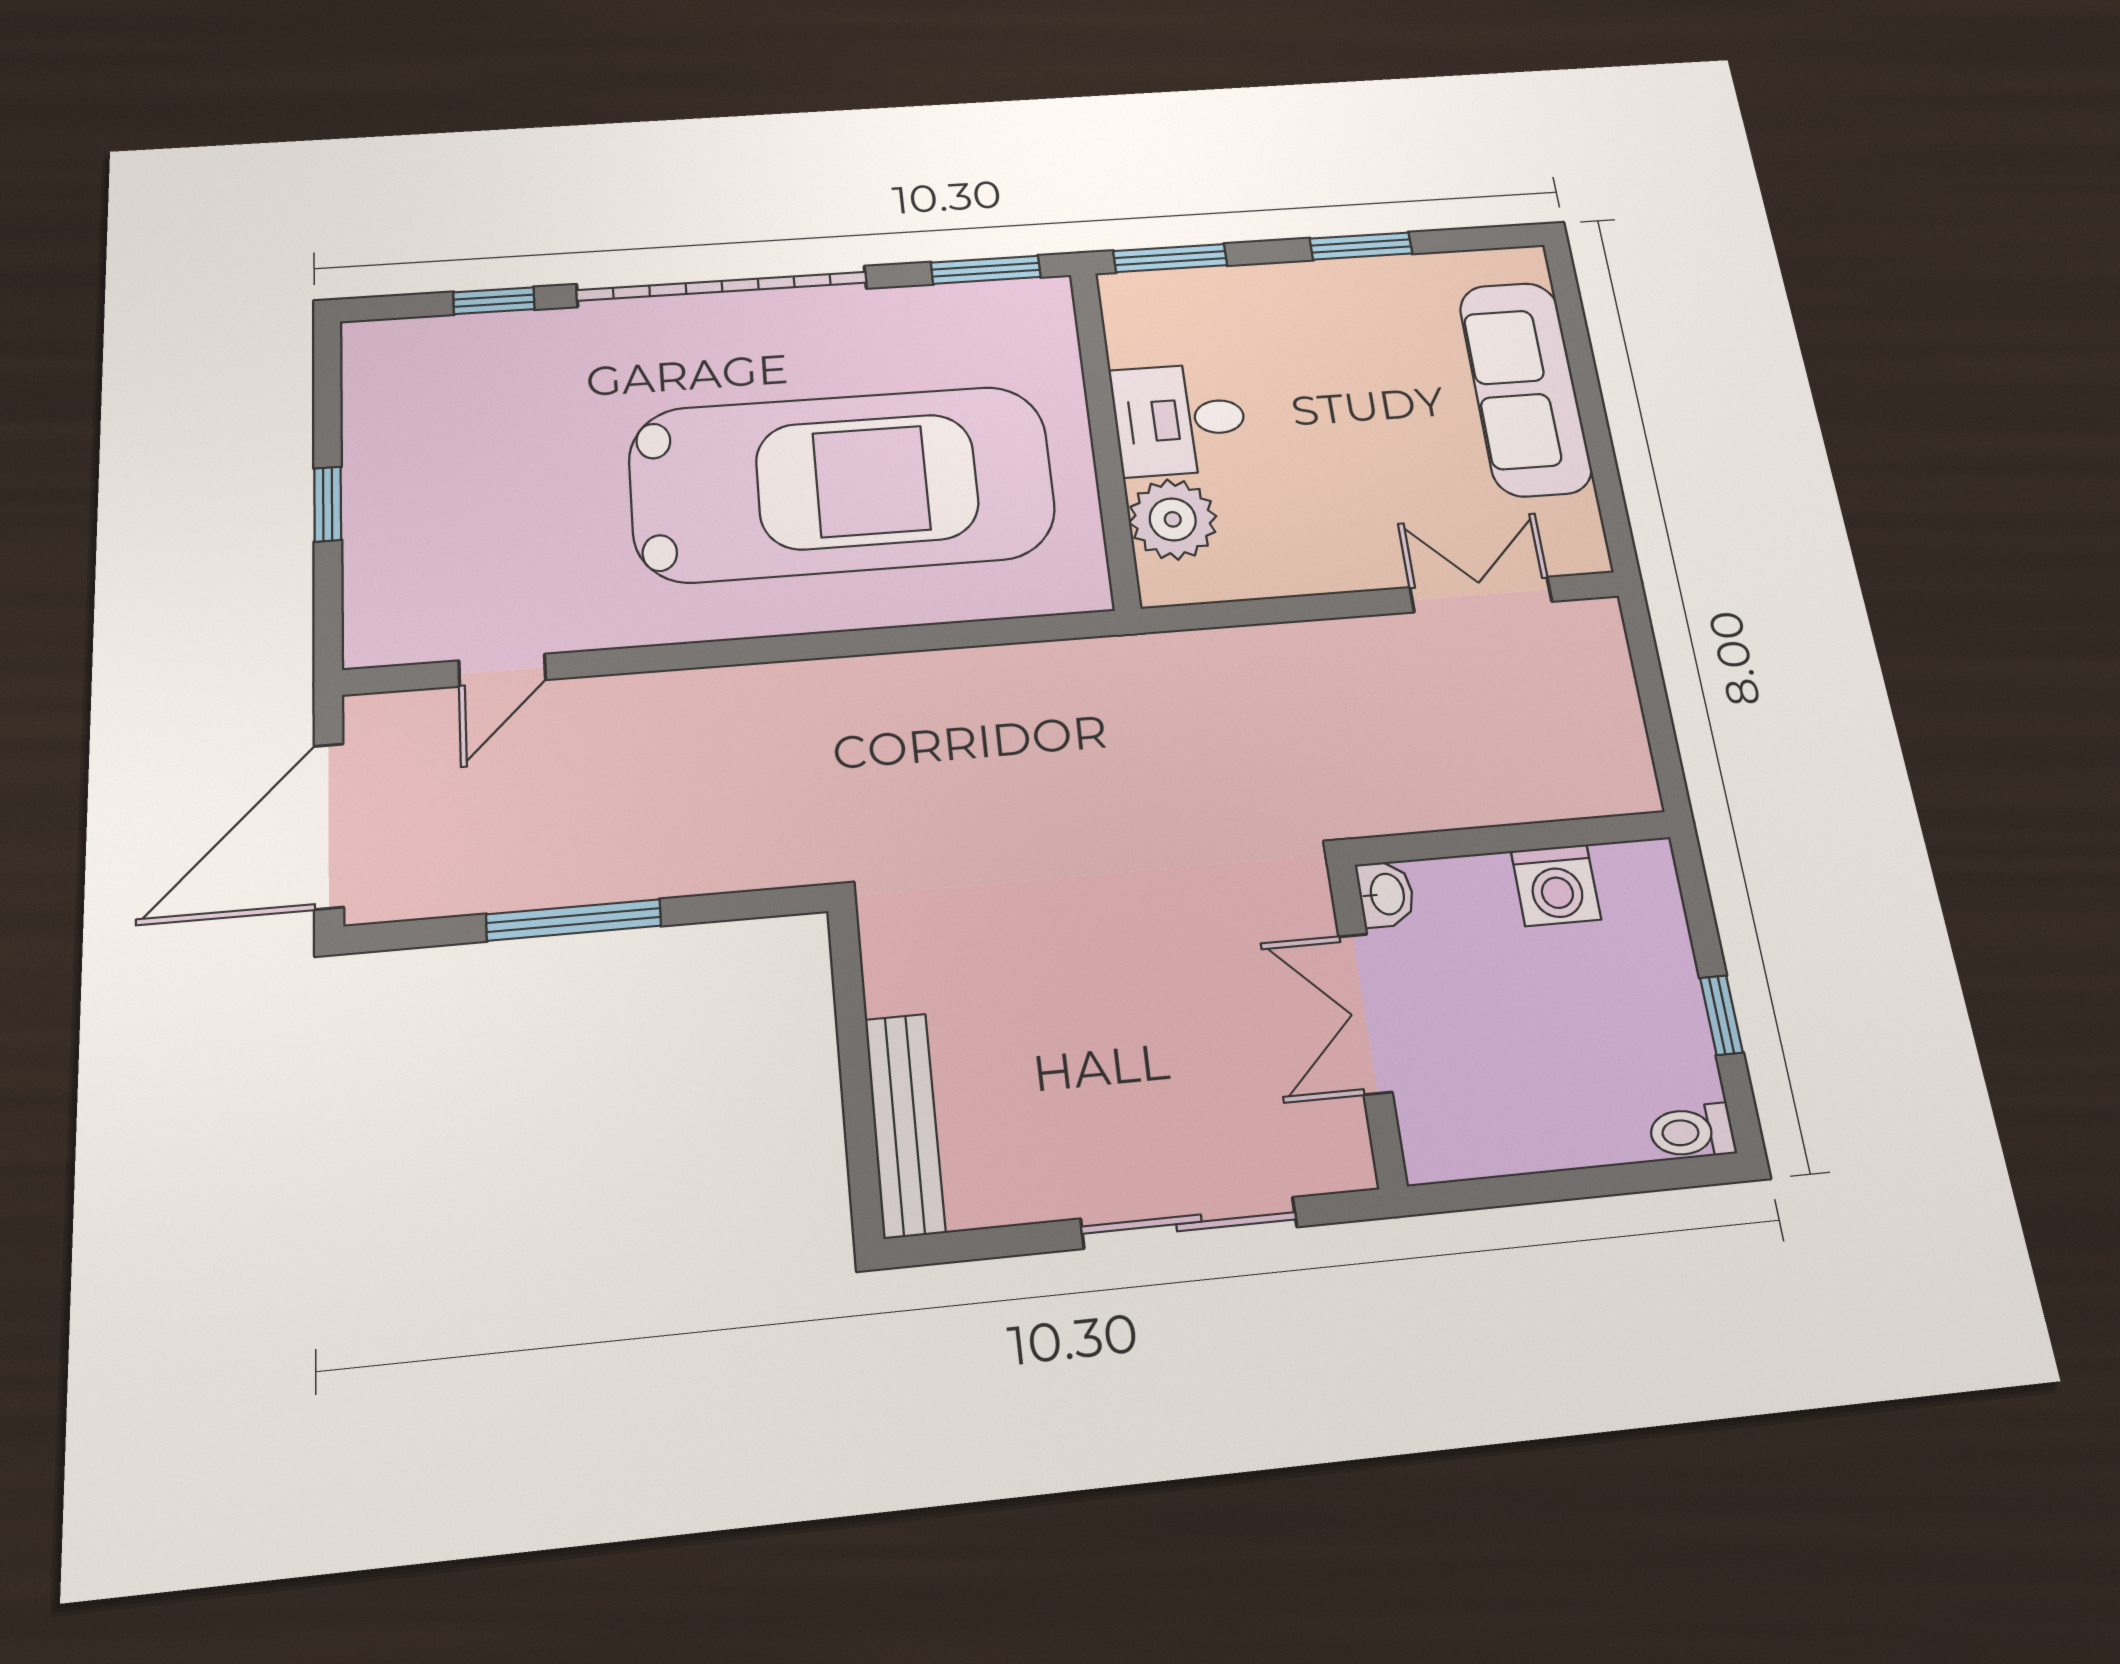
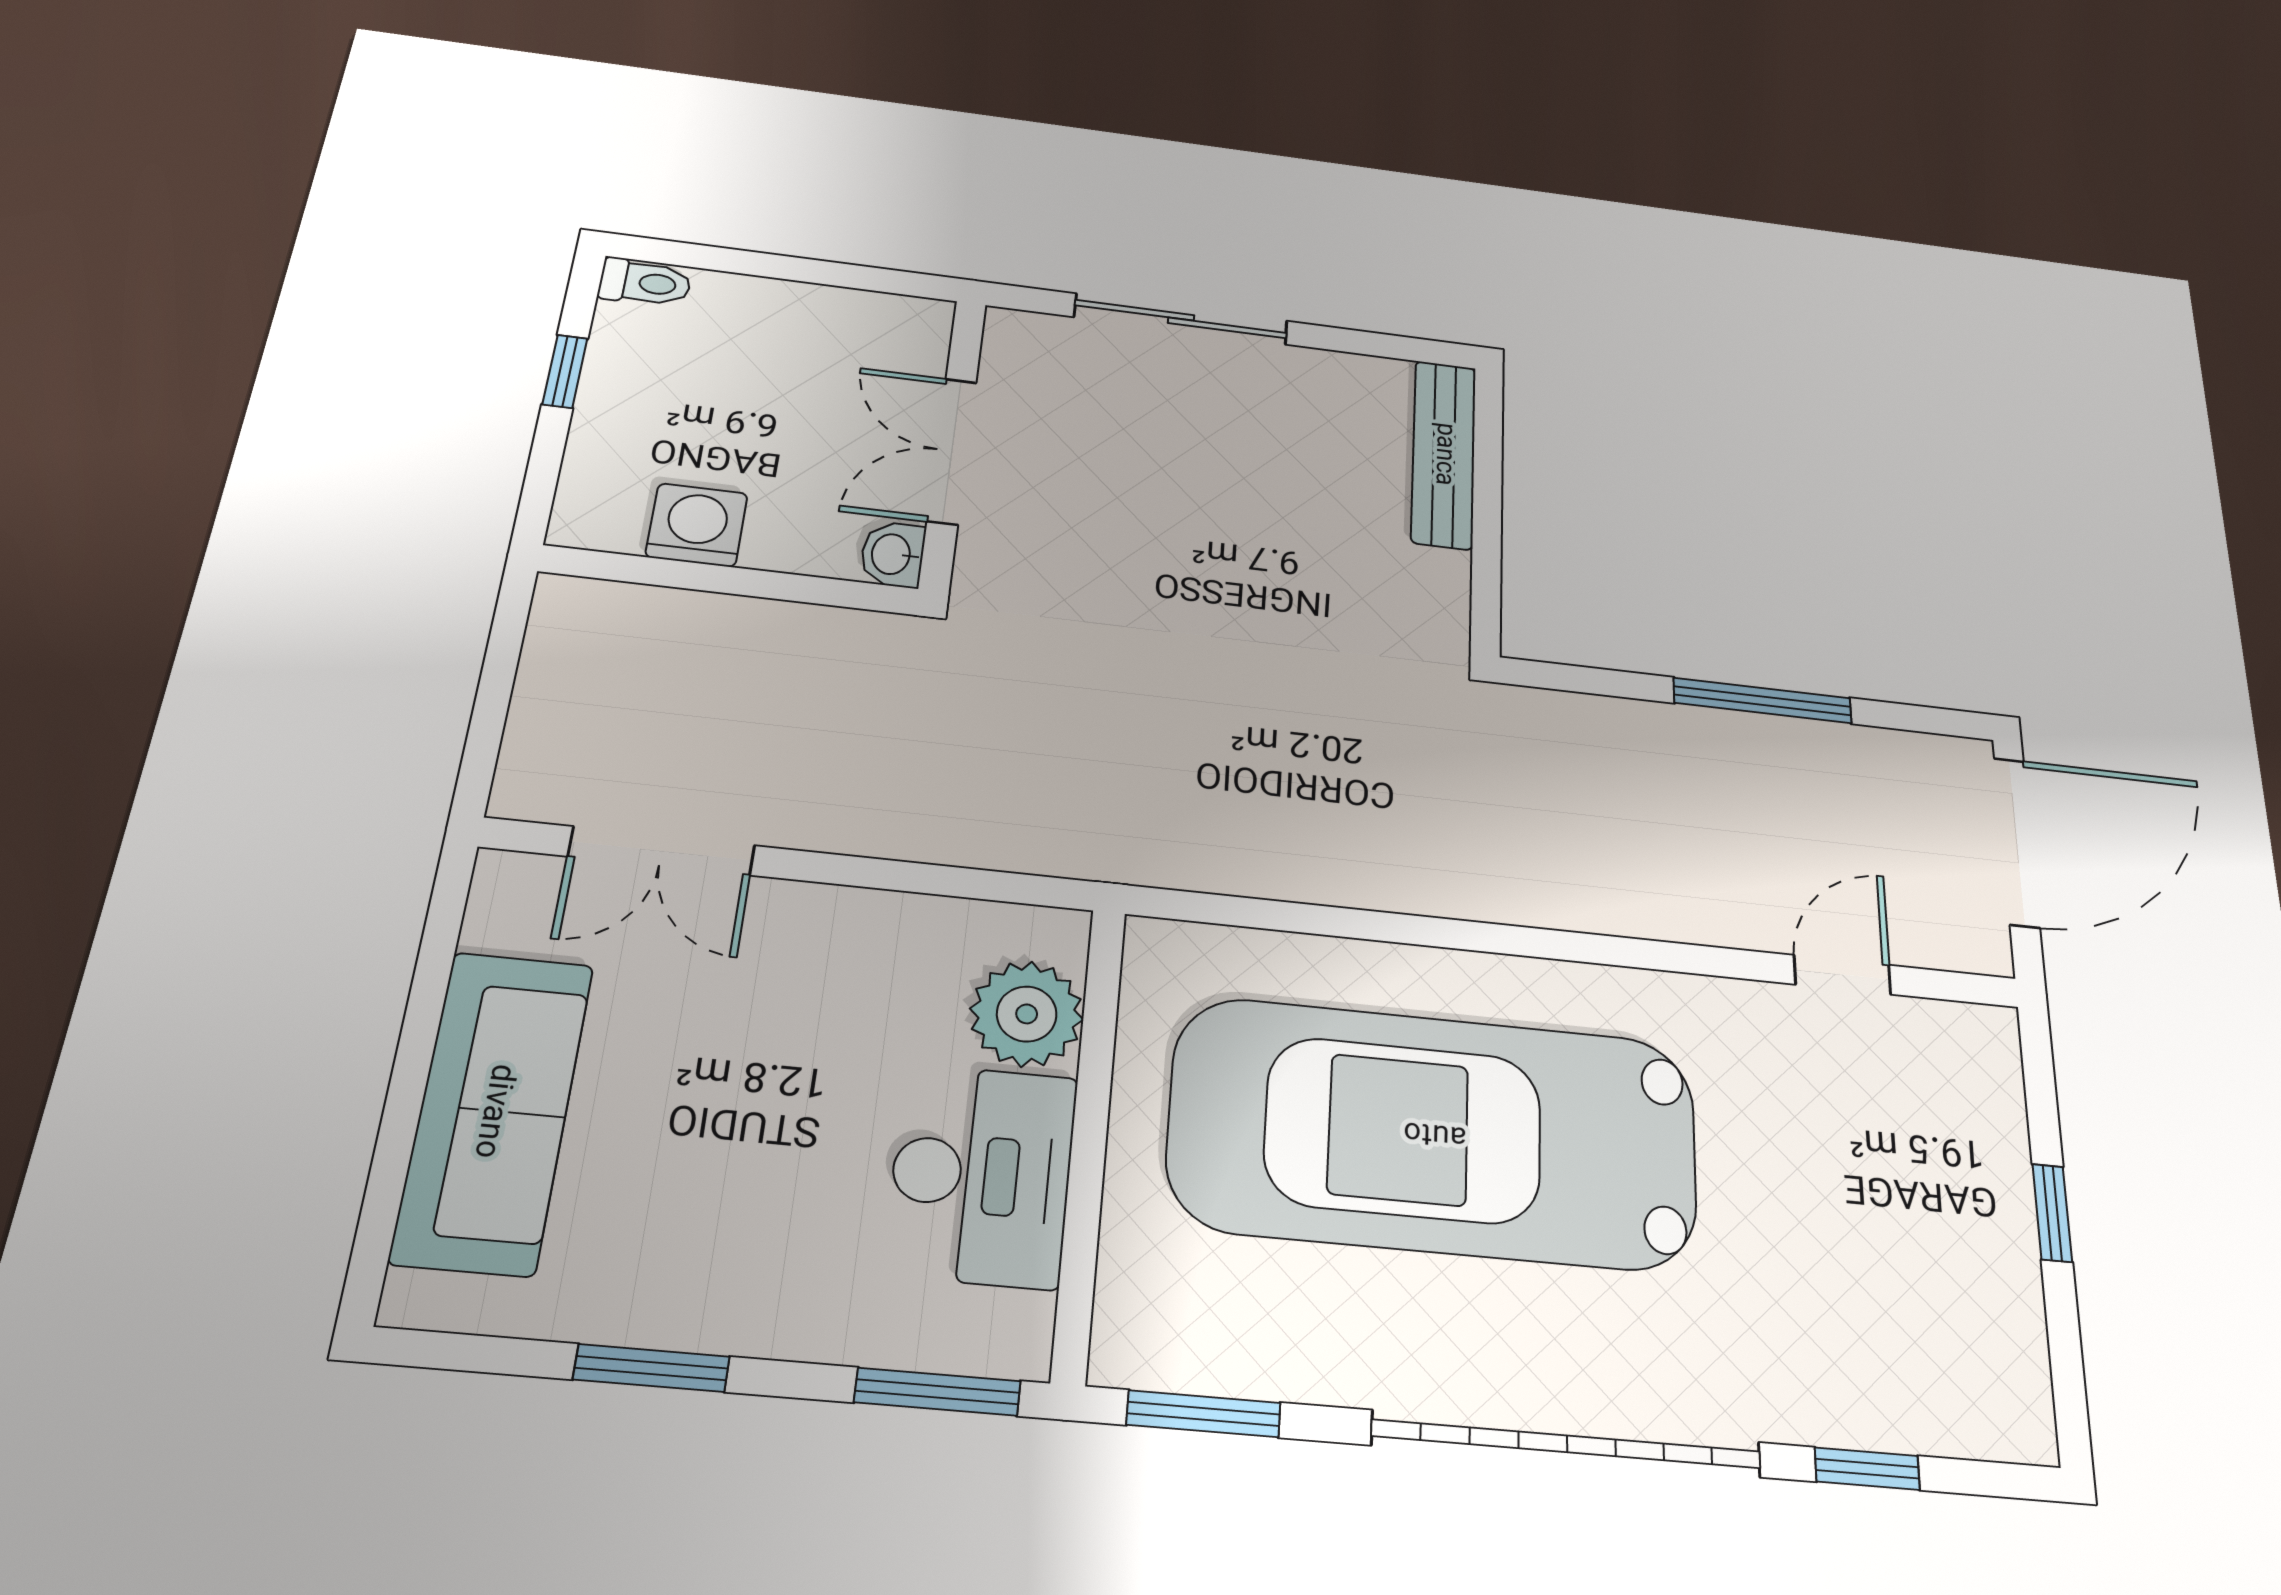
desk: (1180, 419) -> (981, 1175), width x1.37
double door: (1365, 1014) -> (952, 451), swing flipped

